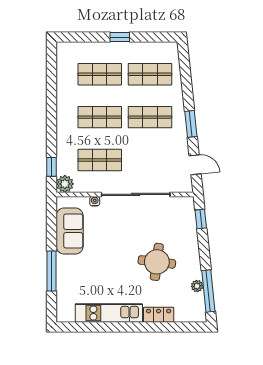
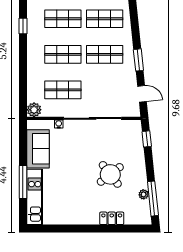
window: (52, 167) -> (23, 26), moved
round table: (157, 262) -> (110, 174), turned 45
kitchen unit: (109, 313) -> (35, 197), moved, turned 90

